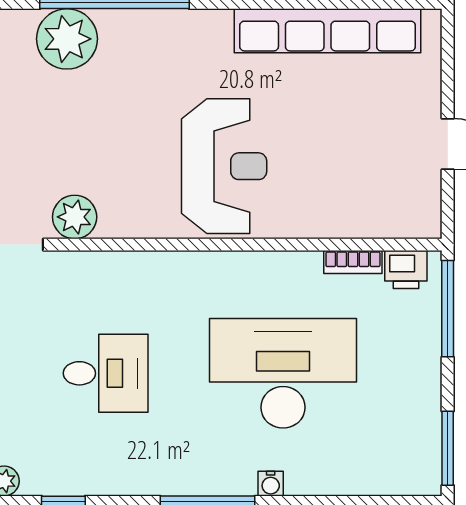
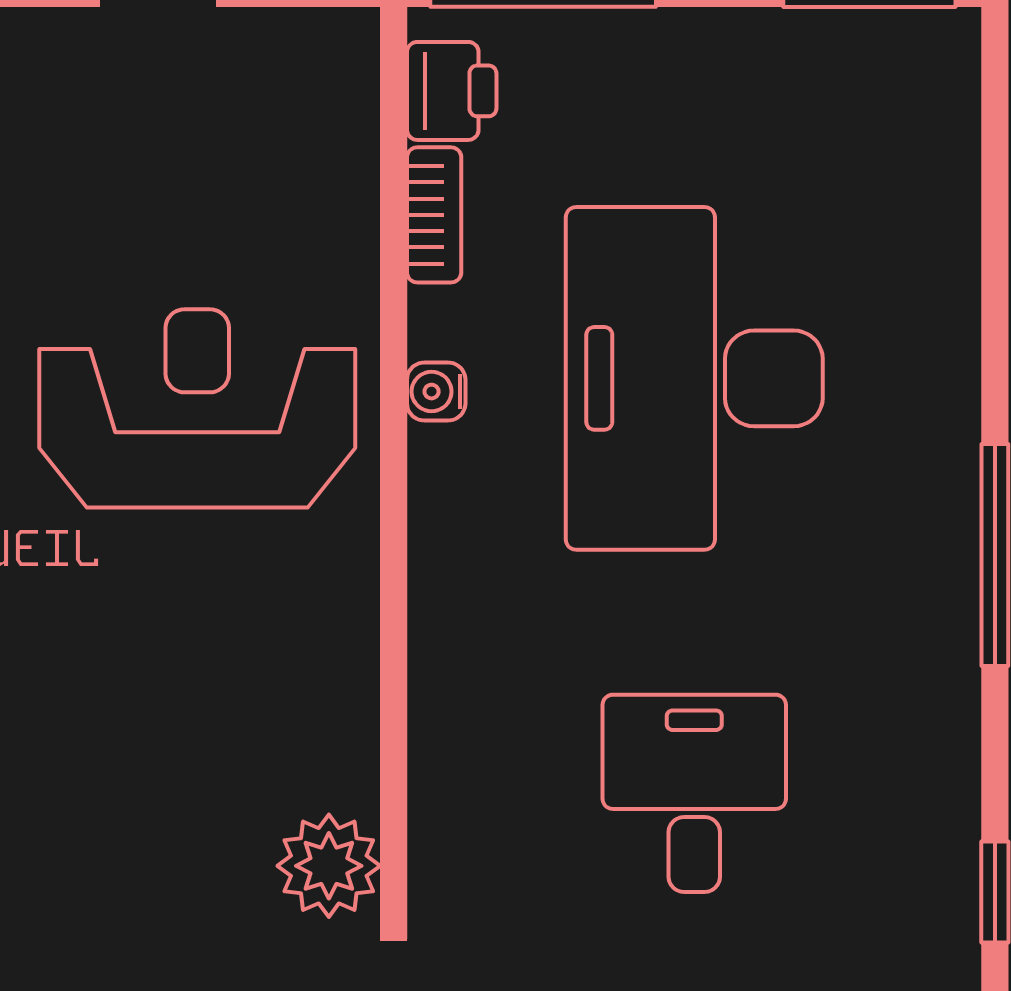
reception desk: (224, 166) -> (197, 408), moved
water cooler: (271, 484) -> (436, 392), moved, turned 180

